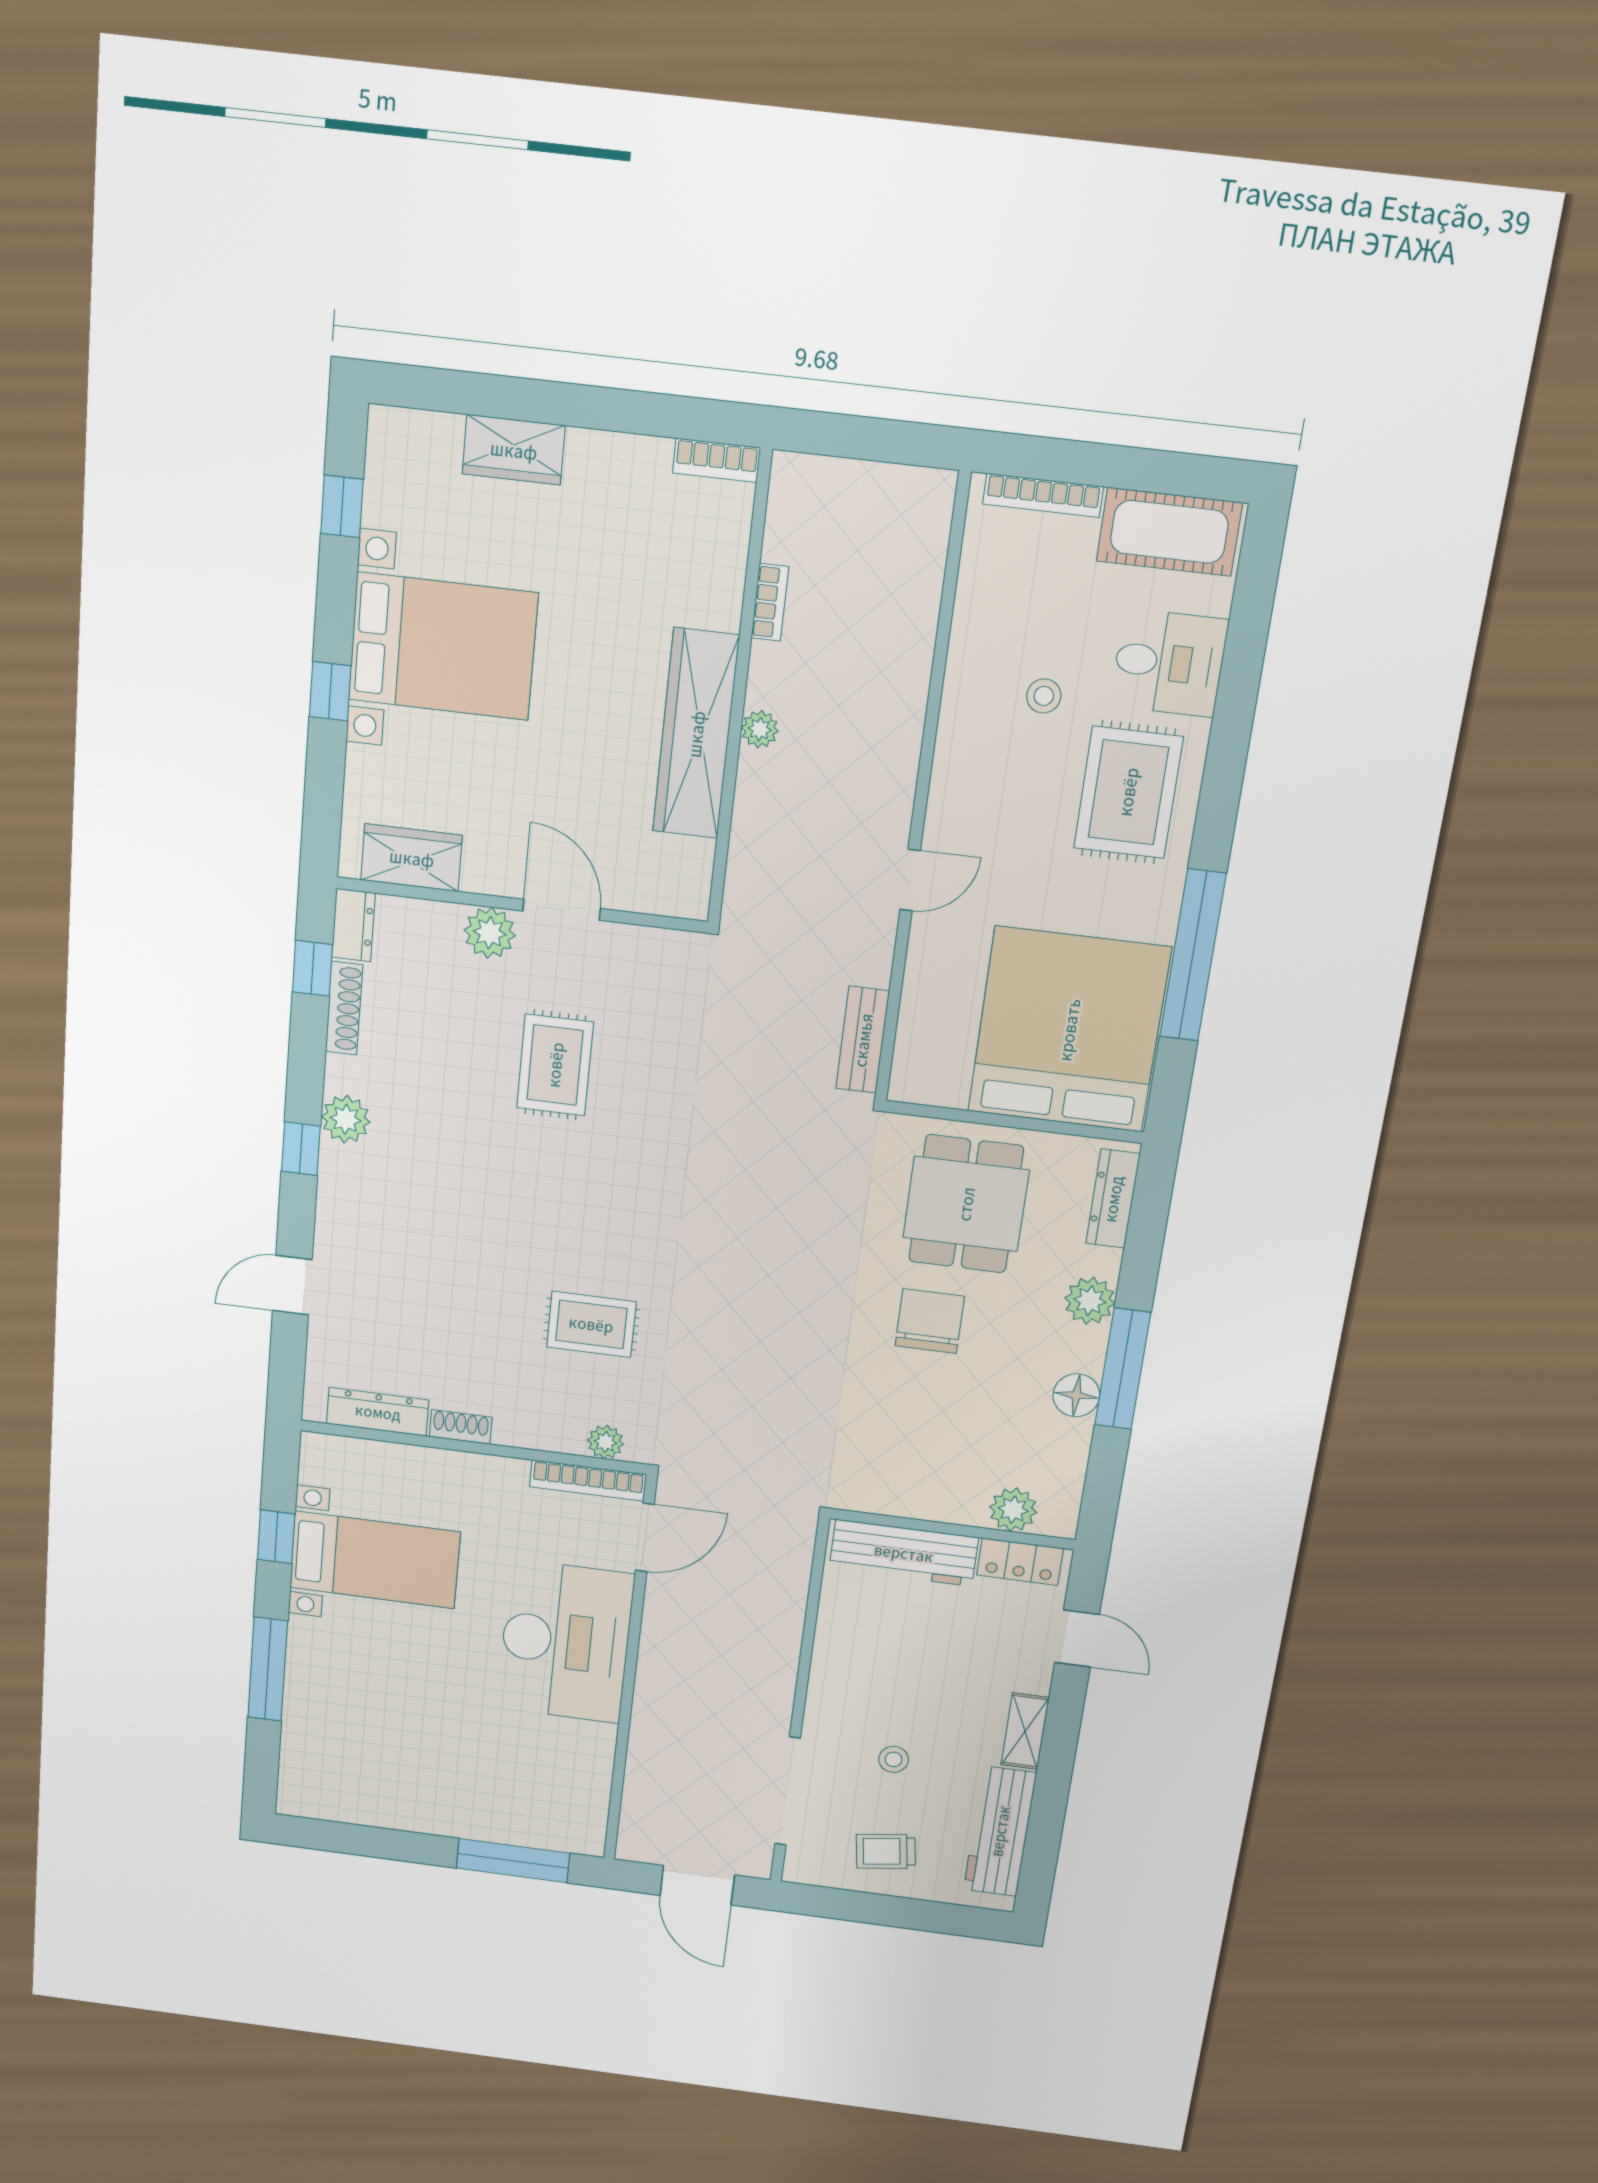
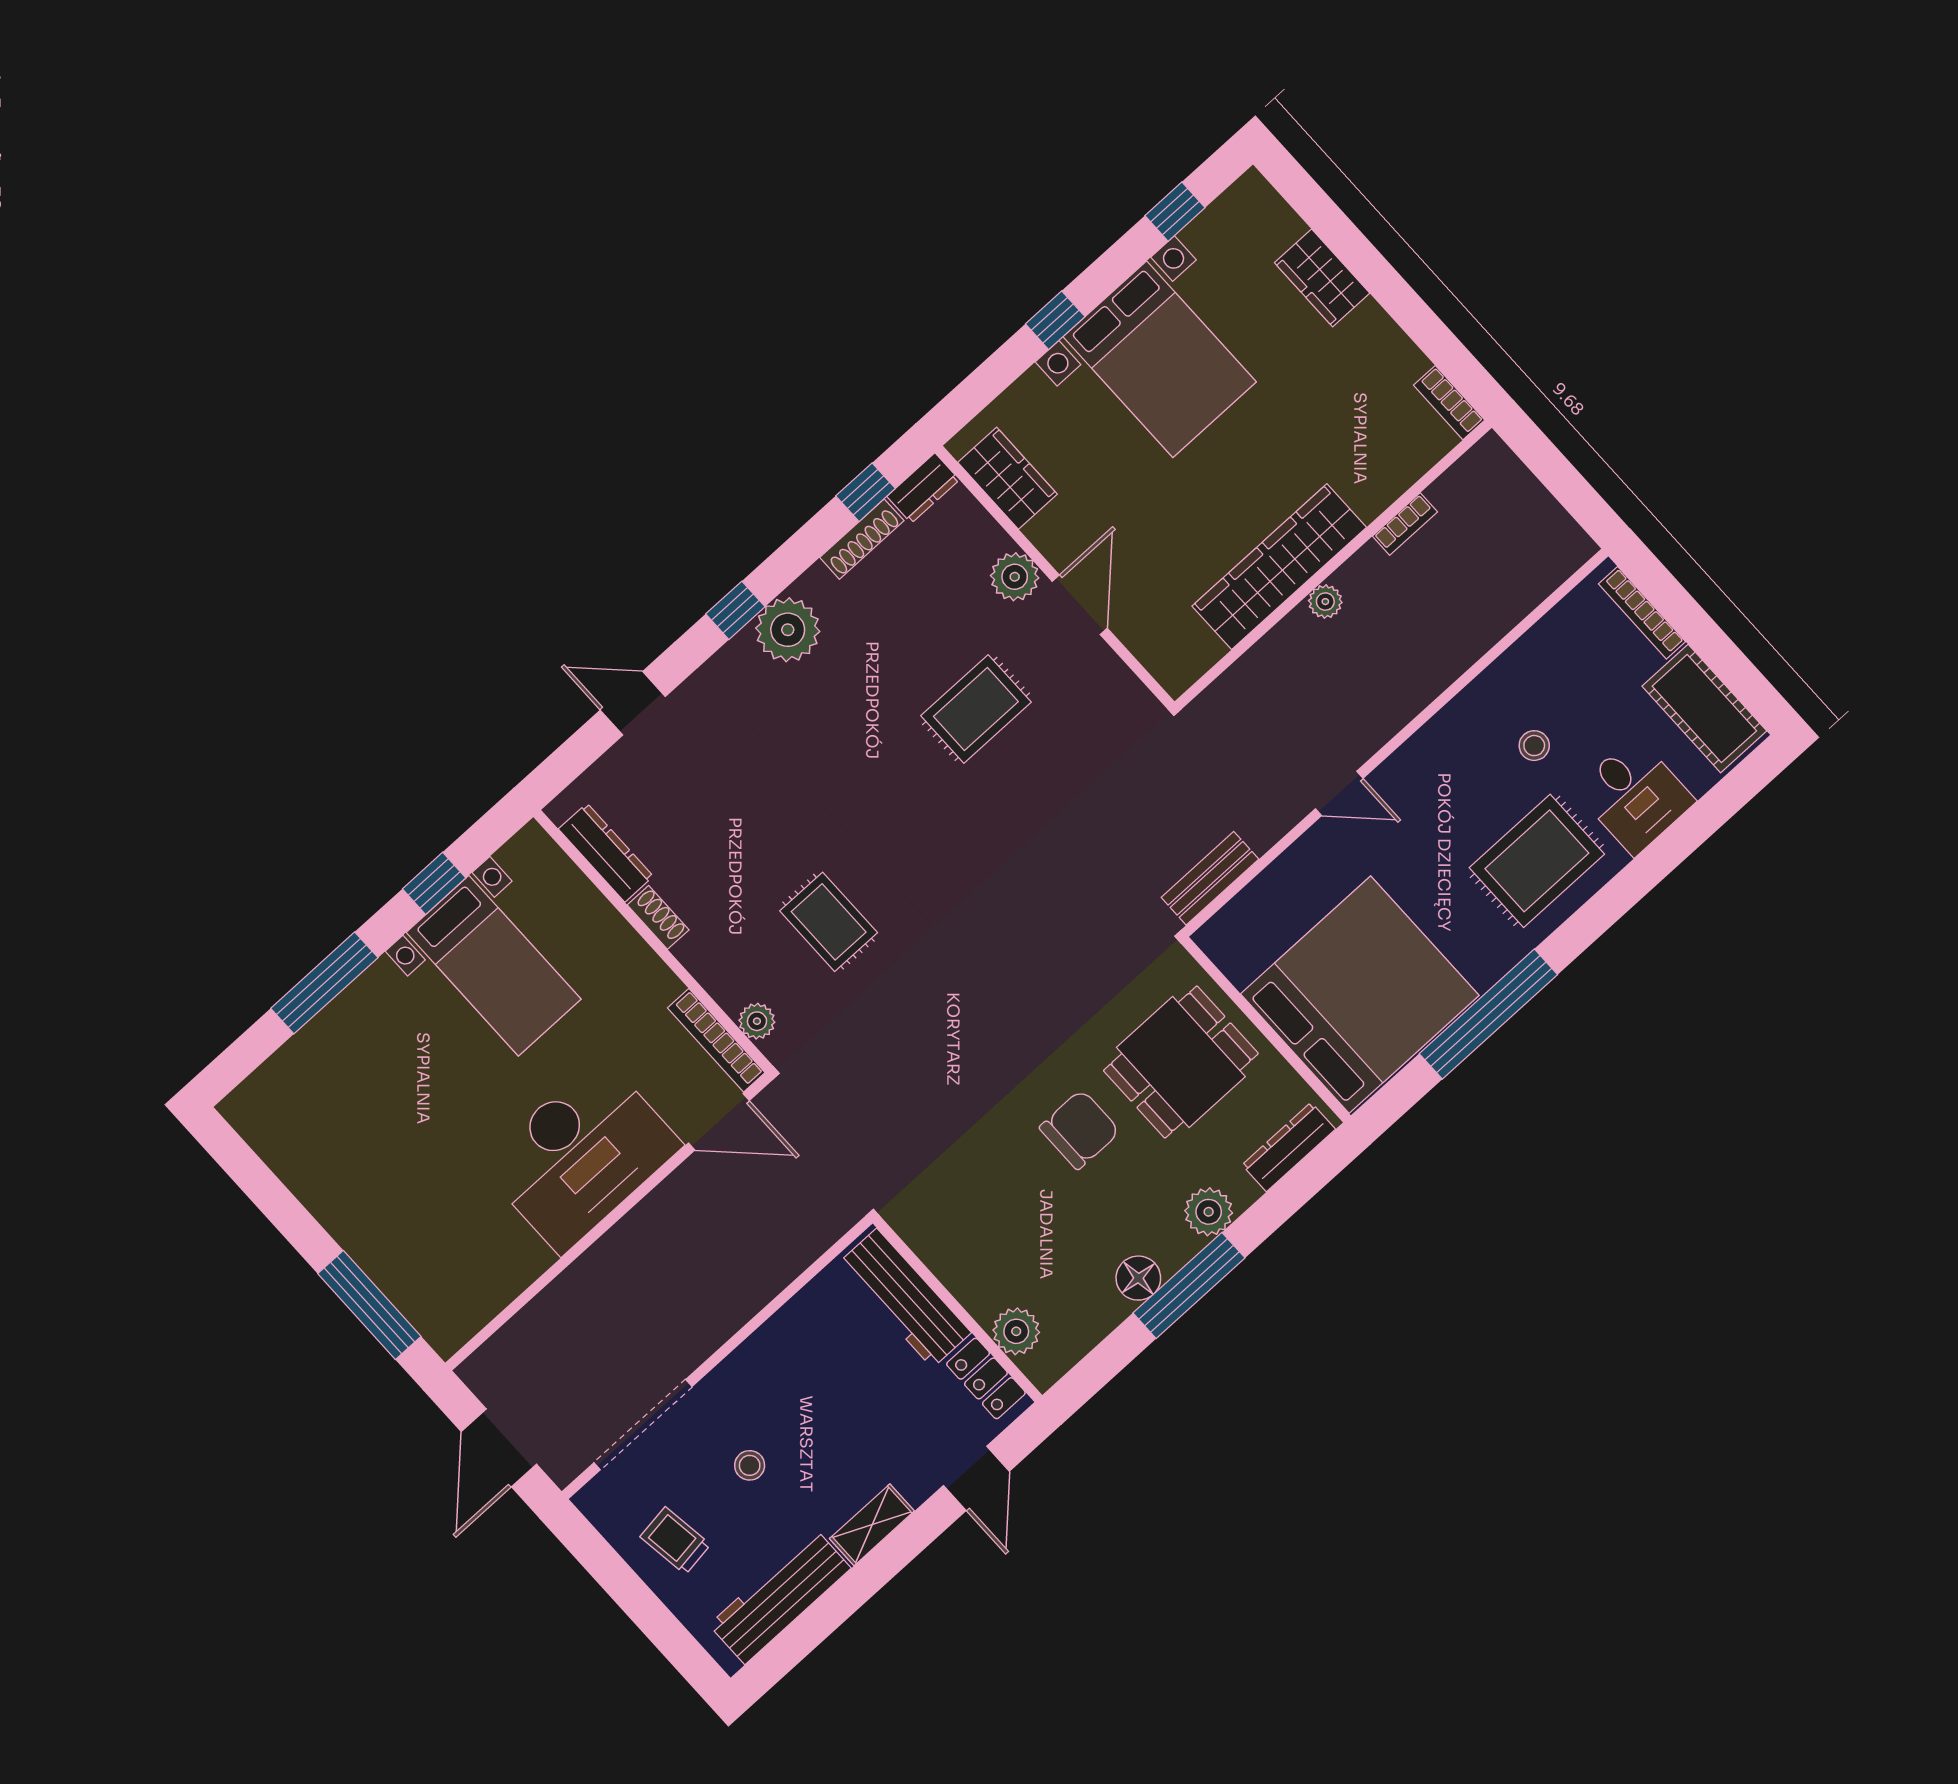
plant: (346, 1119) -> (788, 630), width x1.36, depth x1.36

